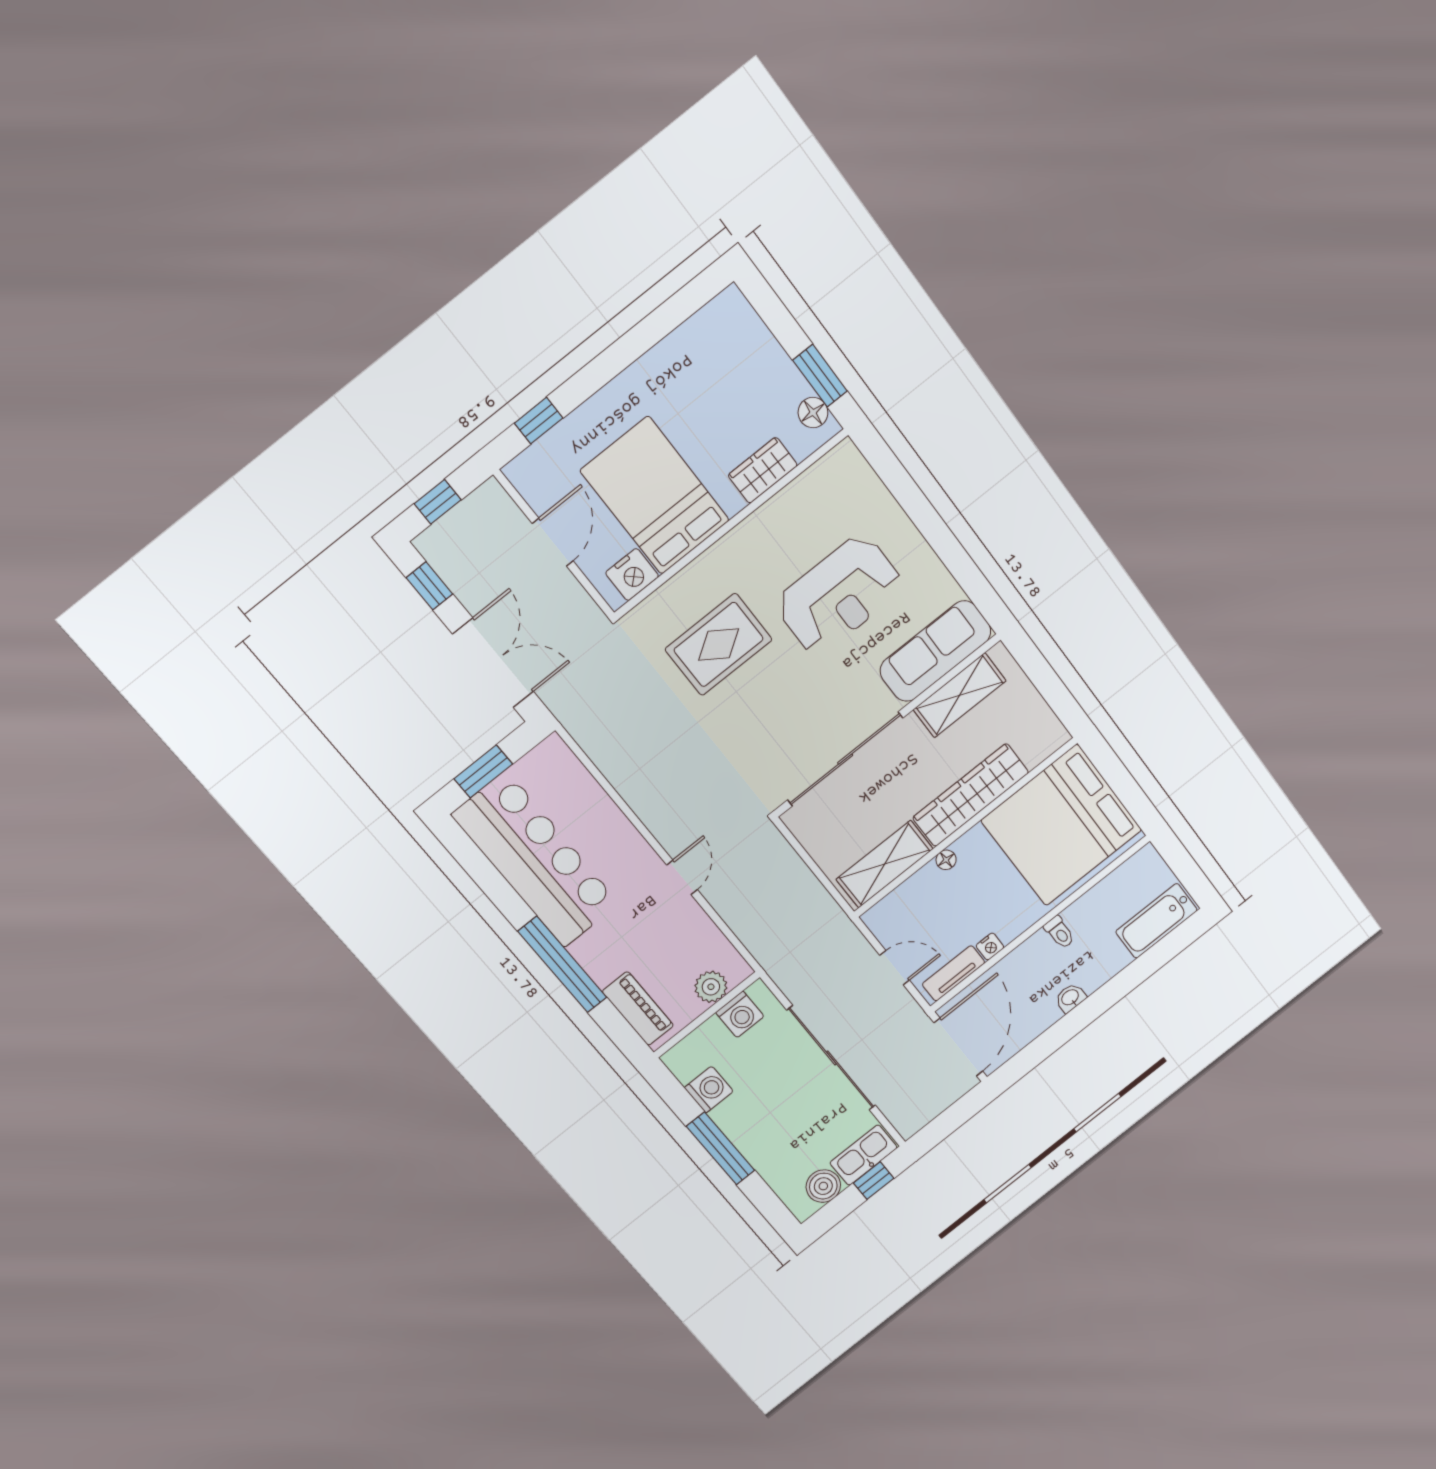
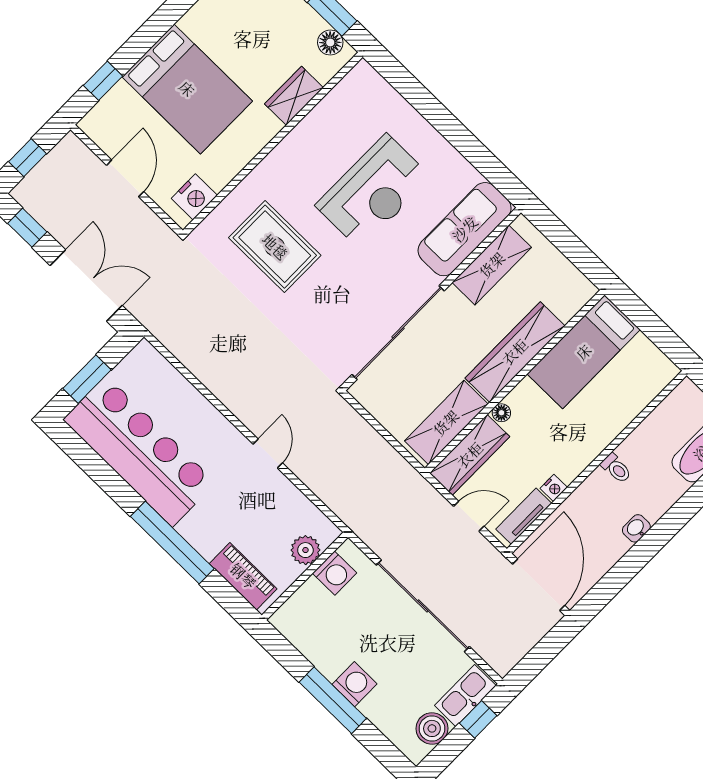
bed: (655, 495) -> (187, 89), moved, turned 180
rug: (719, 644) -> (275, 247), turned 90
bed: (1062, 825) -> (584, 352), width x0.49
wardrobe: (905, 902) -> (470, 455), added
washing machine: (709, 1090) -> (355, 684), moved

